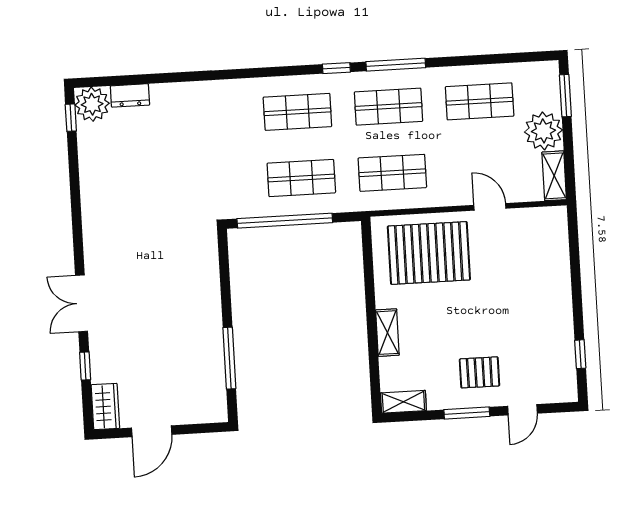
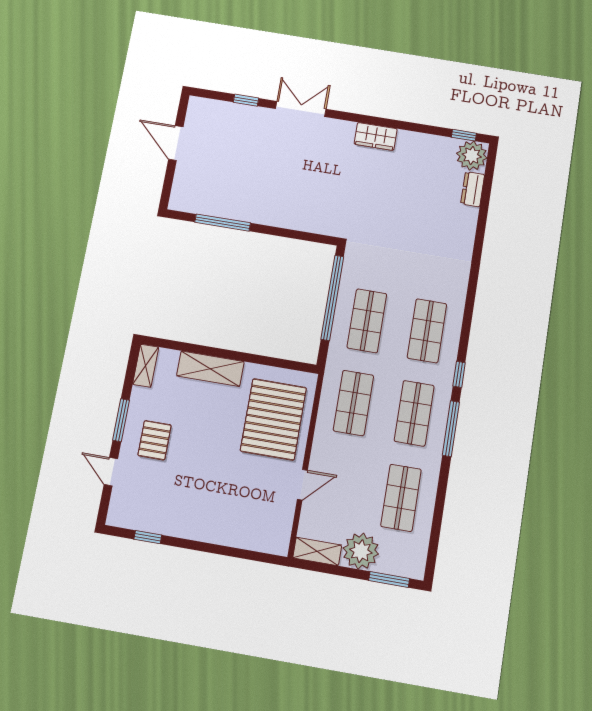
shelving: (387, 333) -> (210, 369), width x1.50, depth x1.33
wardrobe: (105, 407) -> (376, 136), moved

